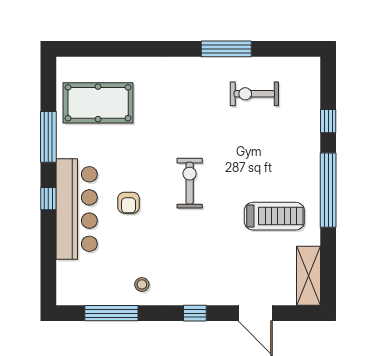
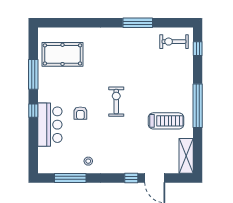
exercise bike: (254, 94) -> (174, 42), moved
window: (328, 121) -> (198, 49), moved
bar counter: (77, 209) -> (50, 125), width x0.73
window: (195, 313) -> (131, 178), moved

